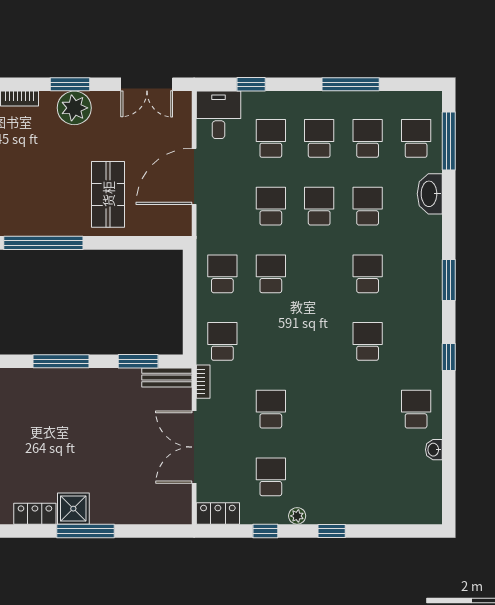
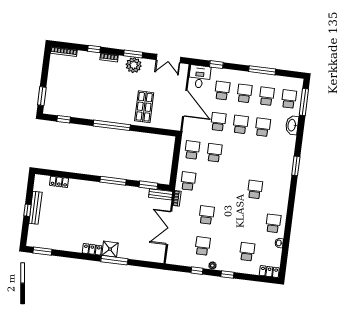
door: (194, 176) -> (185, 103), swing flipped
school desk: (368, 274) -> (247, 252), moved
window: (449, 357) -> (291, 201), removed
locker: (218, 513) -> (269, 272), moved

